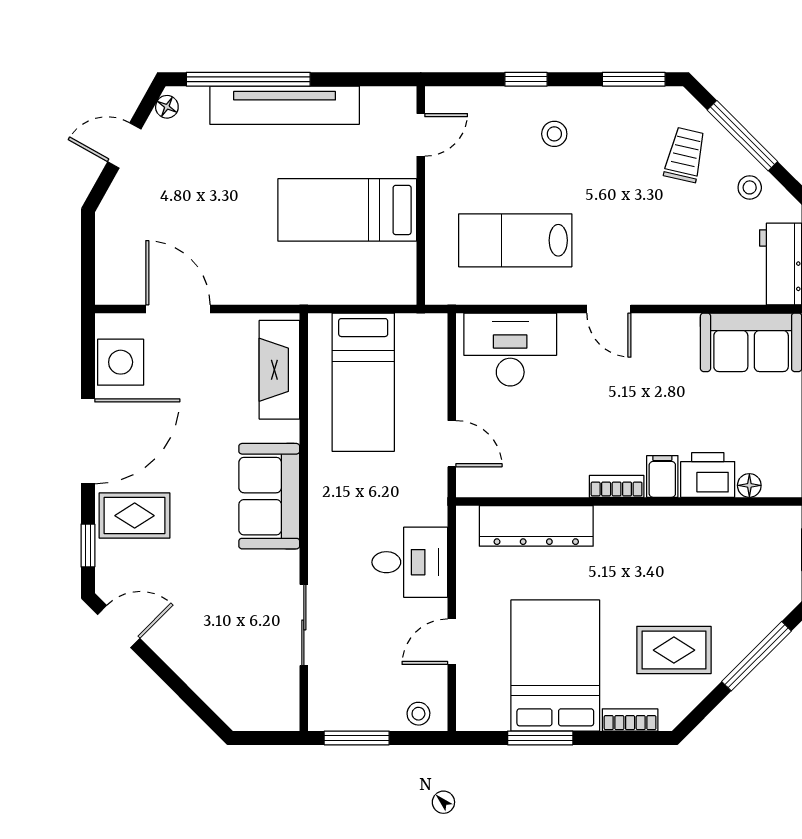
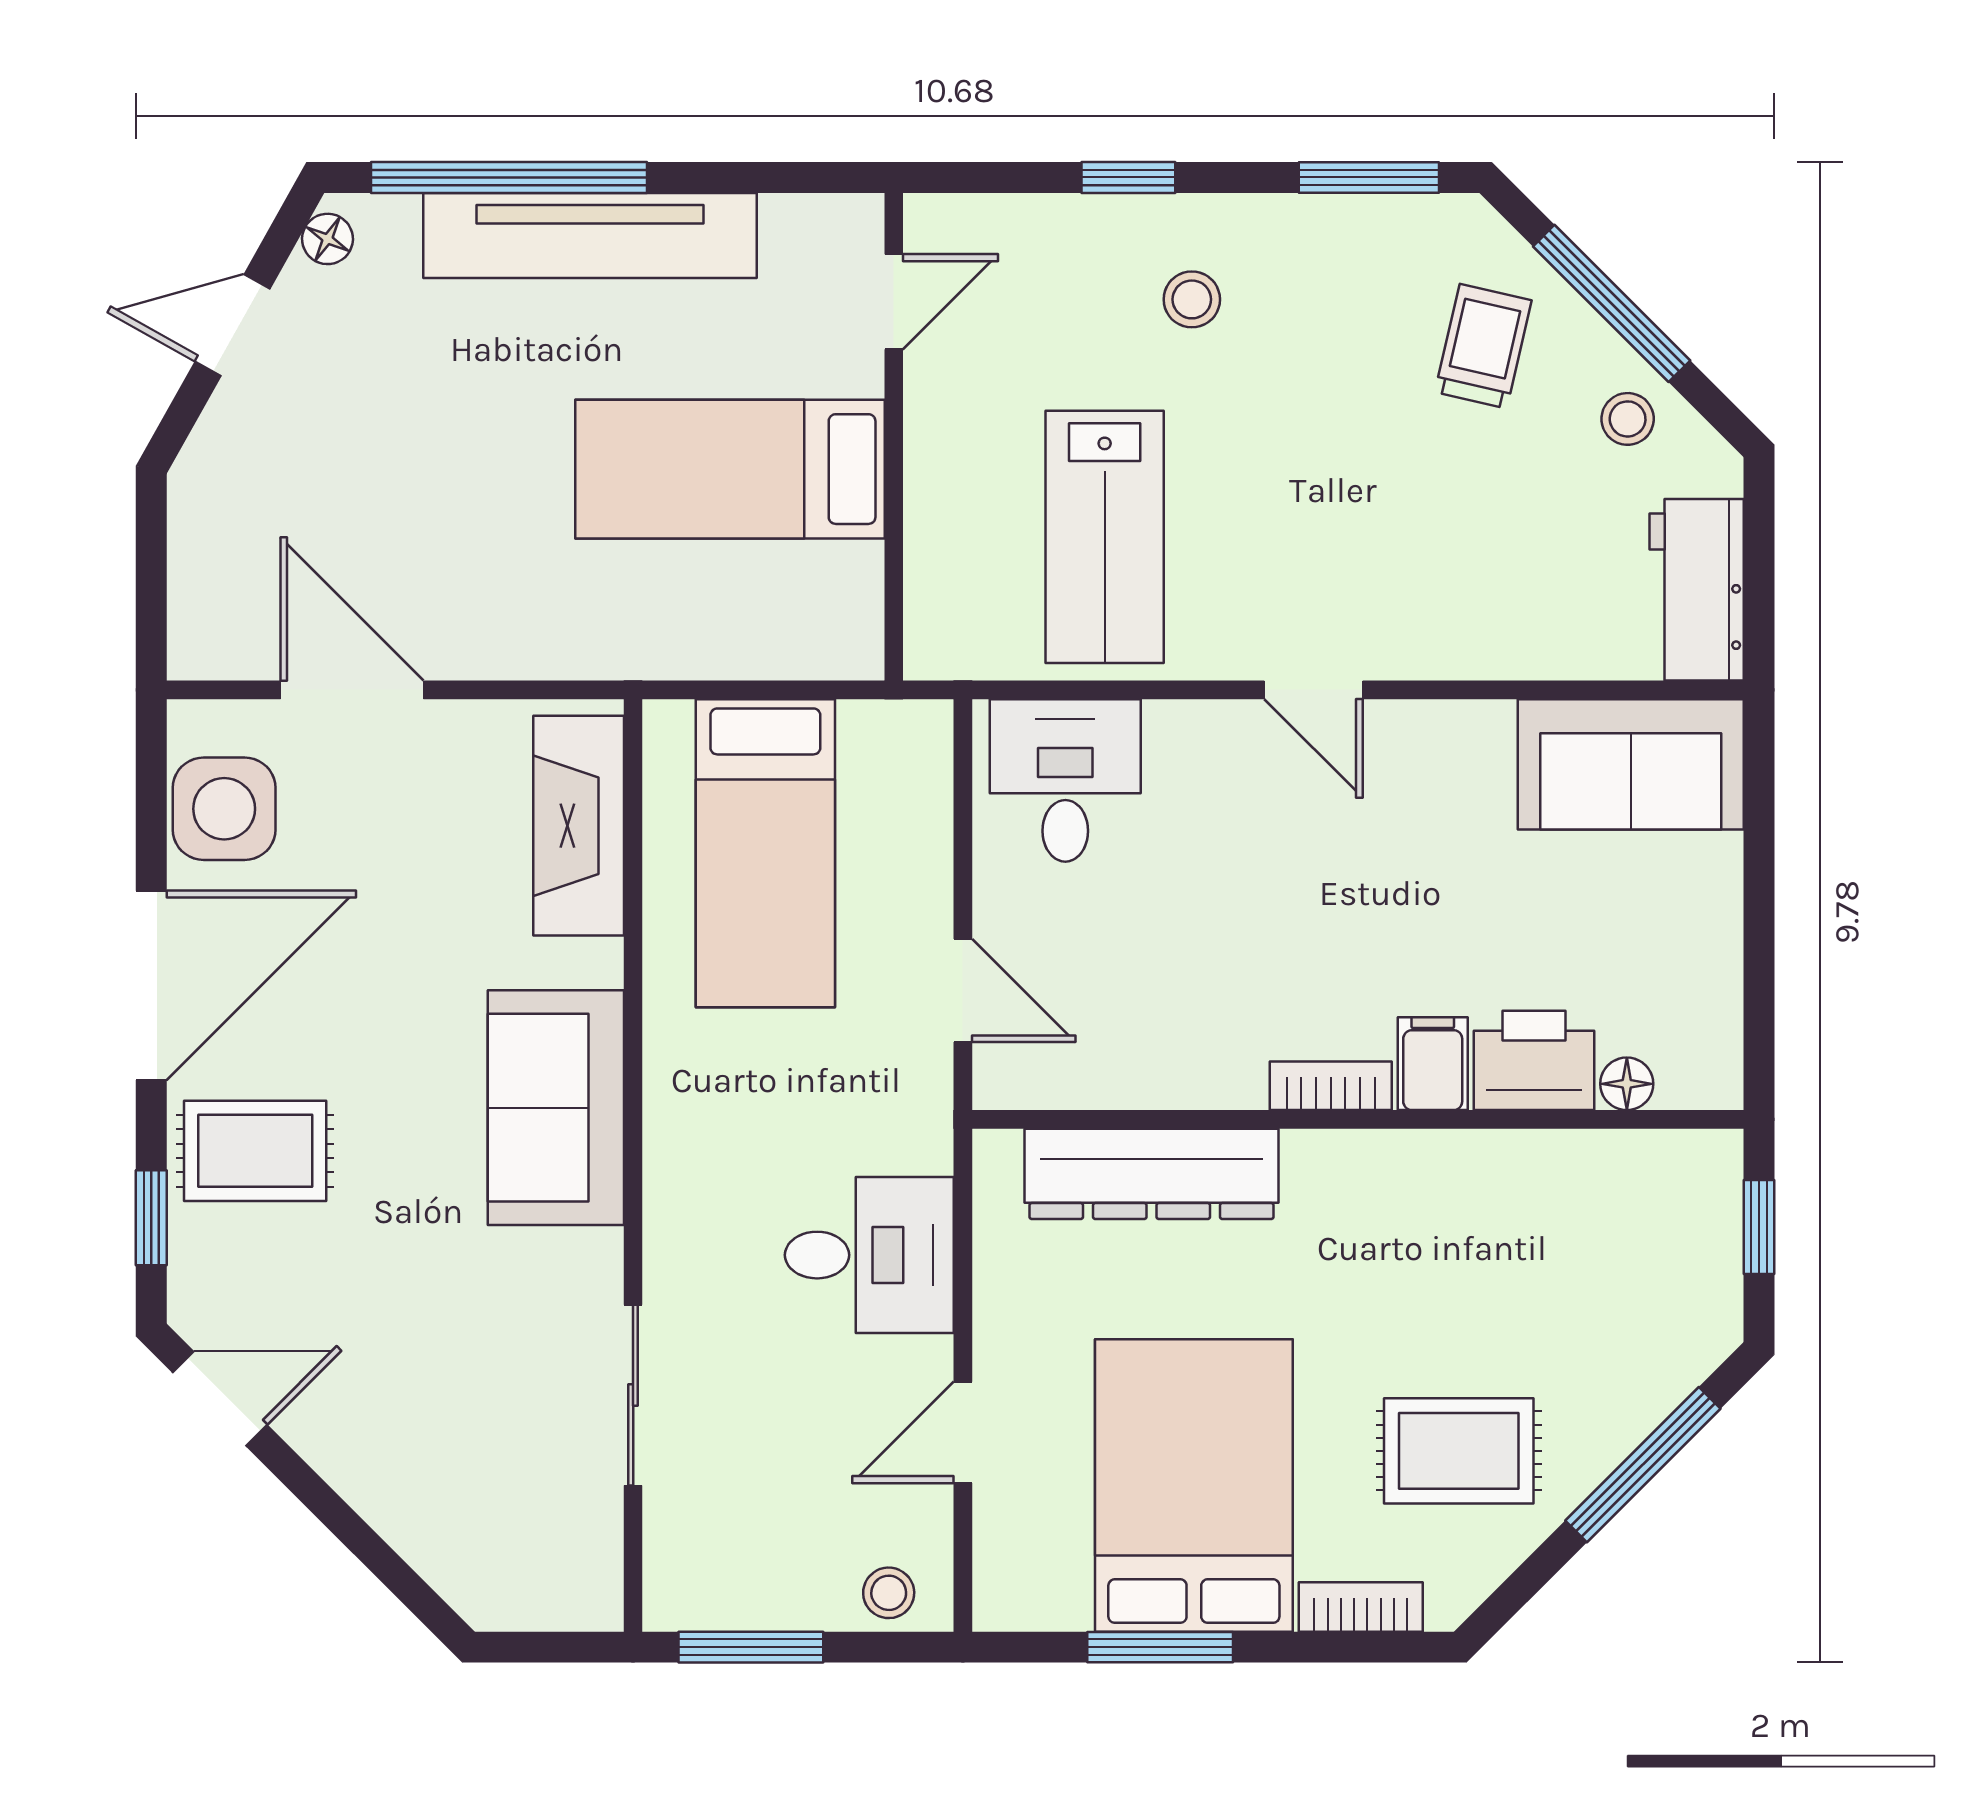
lab bench: (515, 240) -> (1105, 537), turned -90
desk: (510, 349) -> (1065, 780), width x0.73

